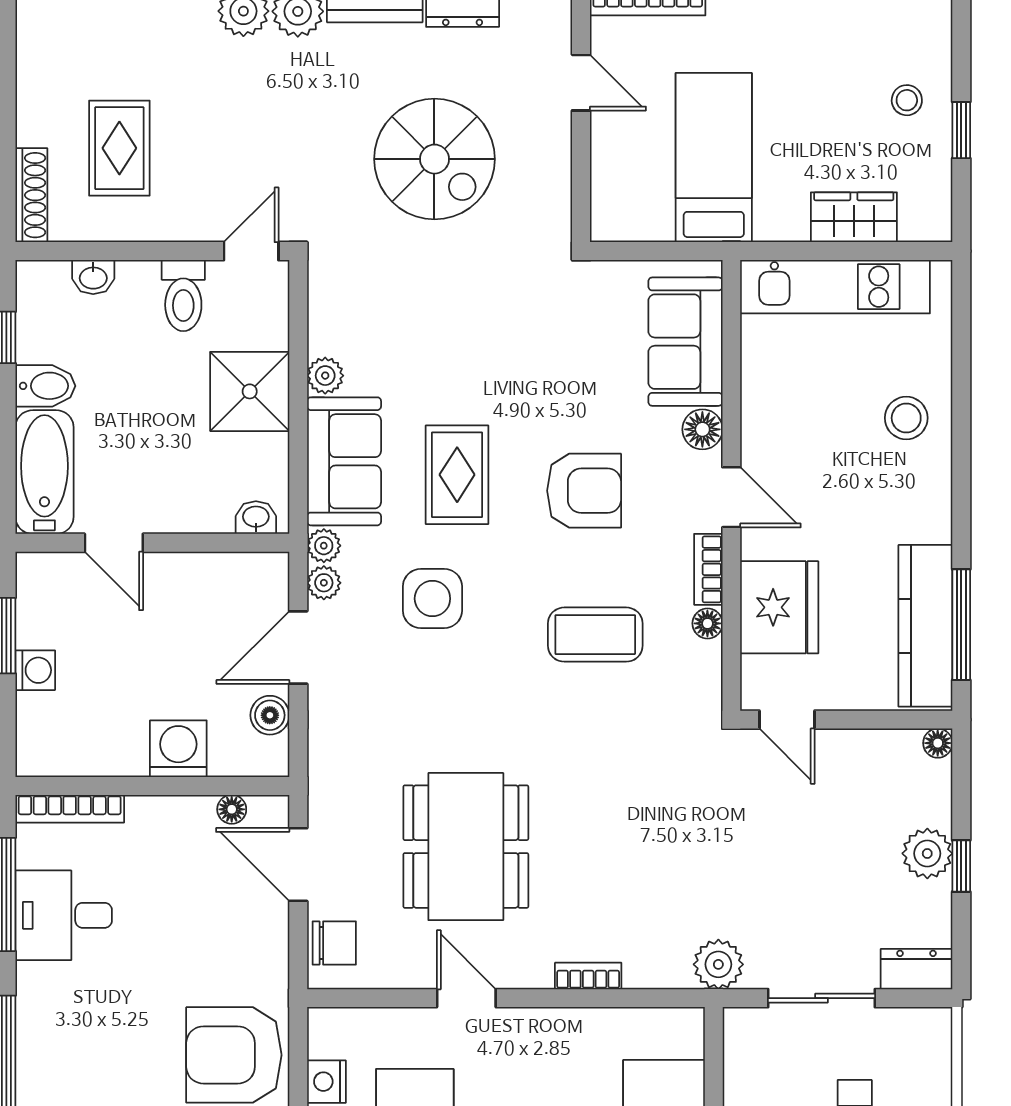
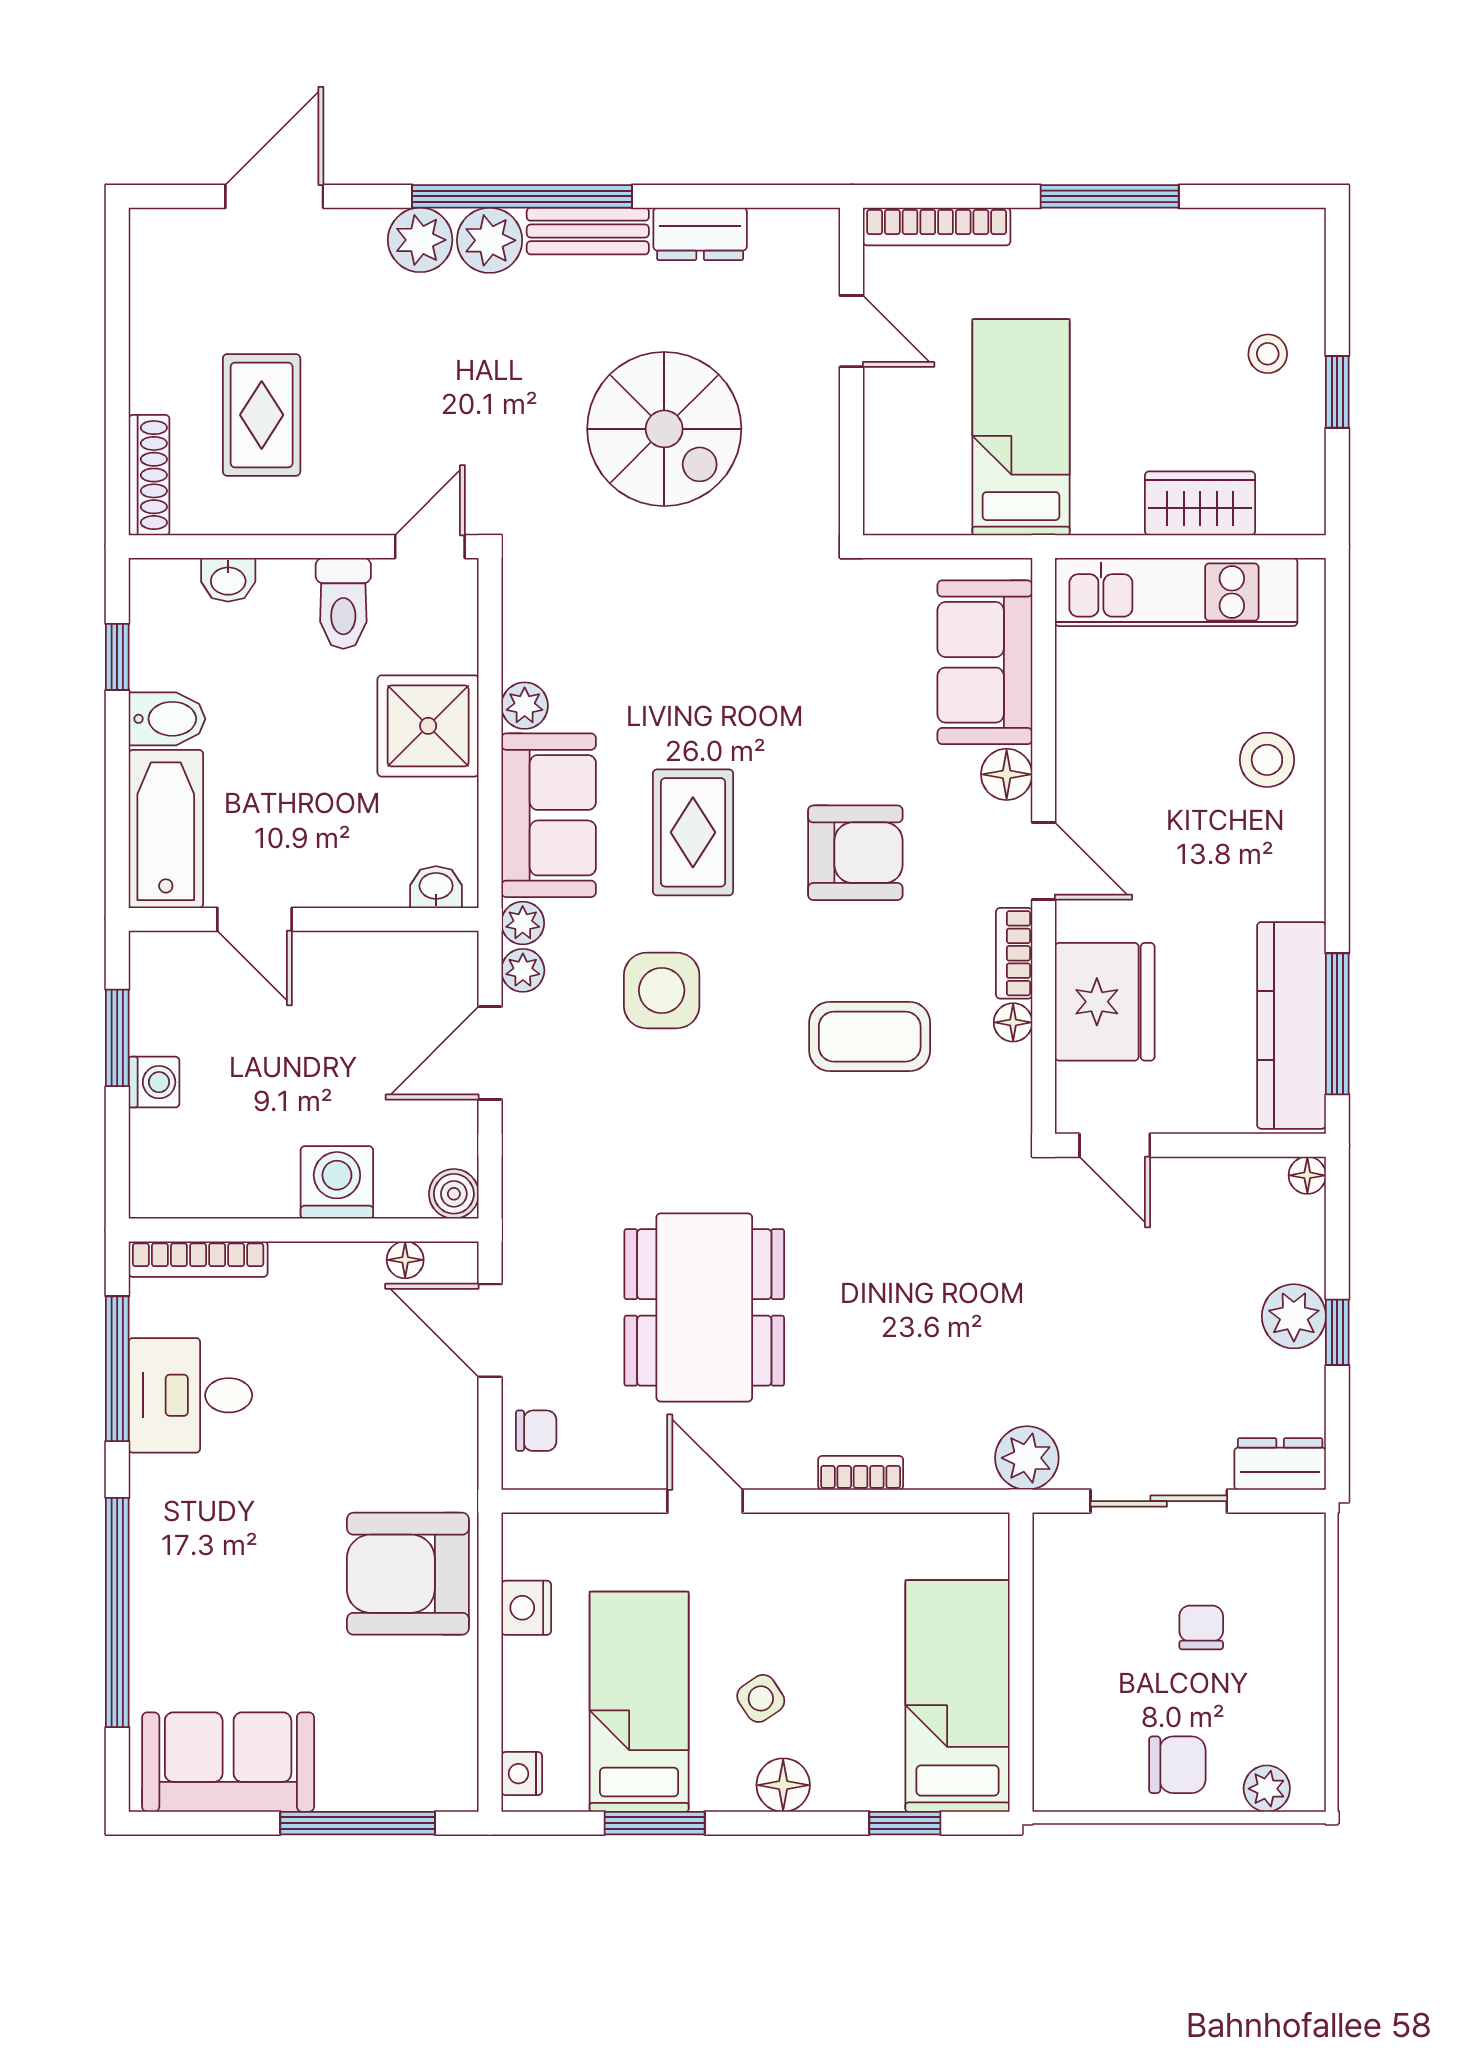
boiler: (270, 715) -> (454, 1194), moved
chair: (334, 943) -> (536, 1431), width x0.73, depth x0.73

